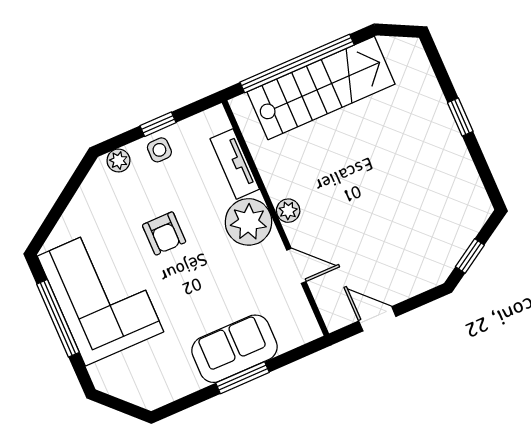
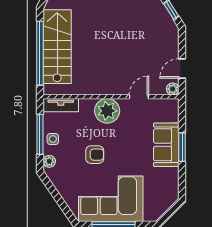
window: (158, 124) -> (40, 134), width x2.17
tv unit: (235, 164) -> (61, 105), moved
plant: (288, 211) -> (173, 89), moved

